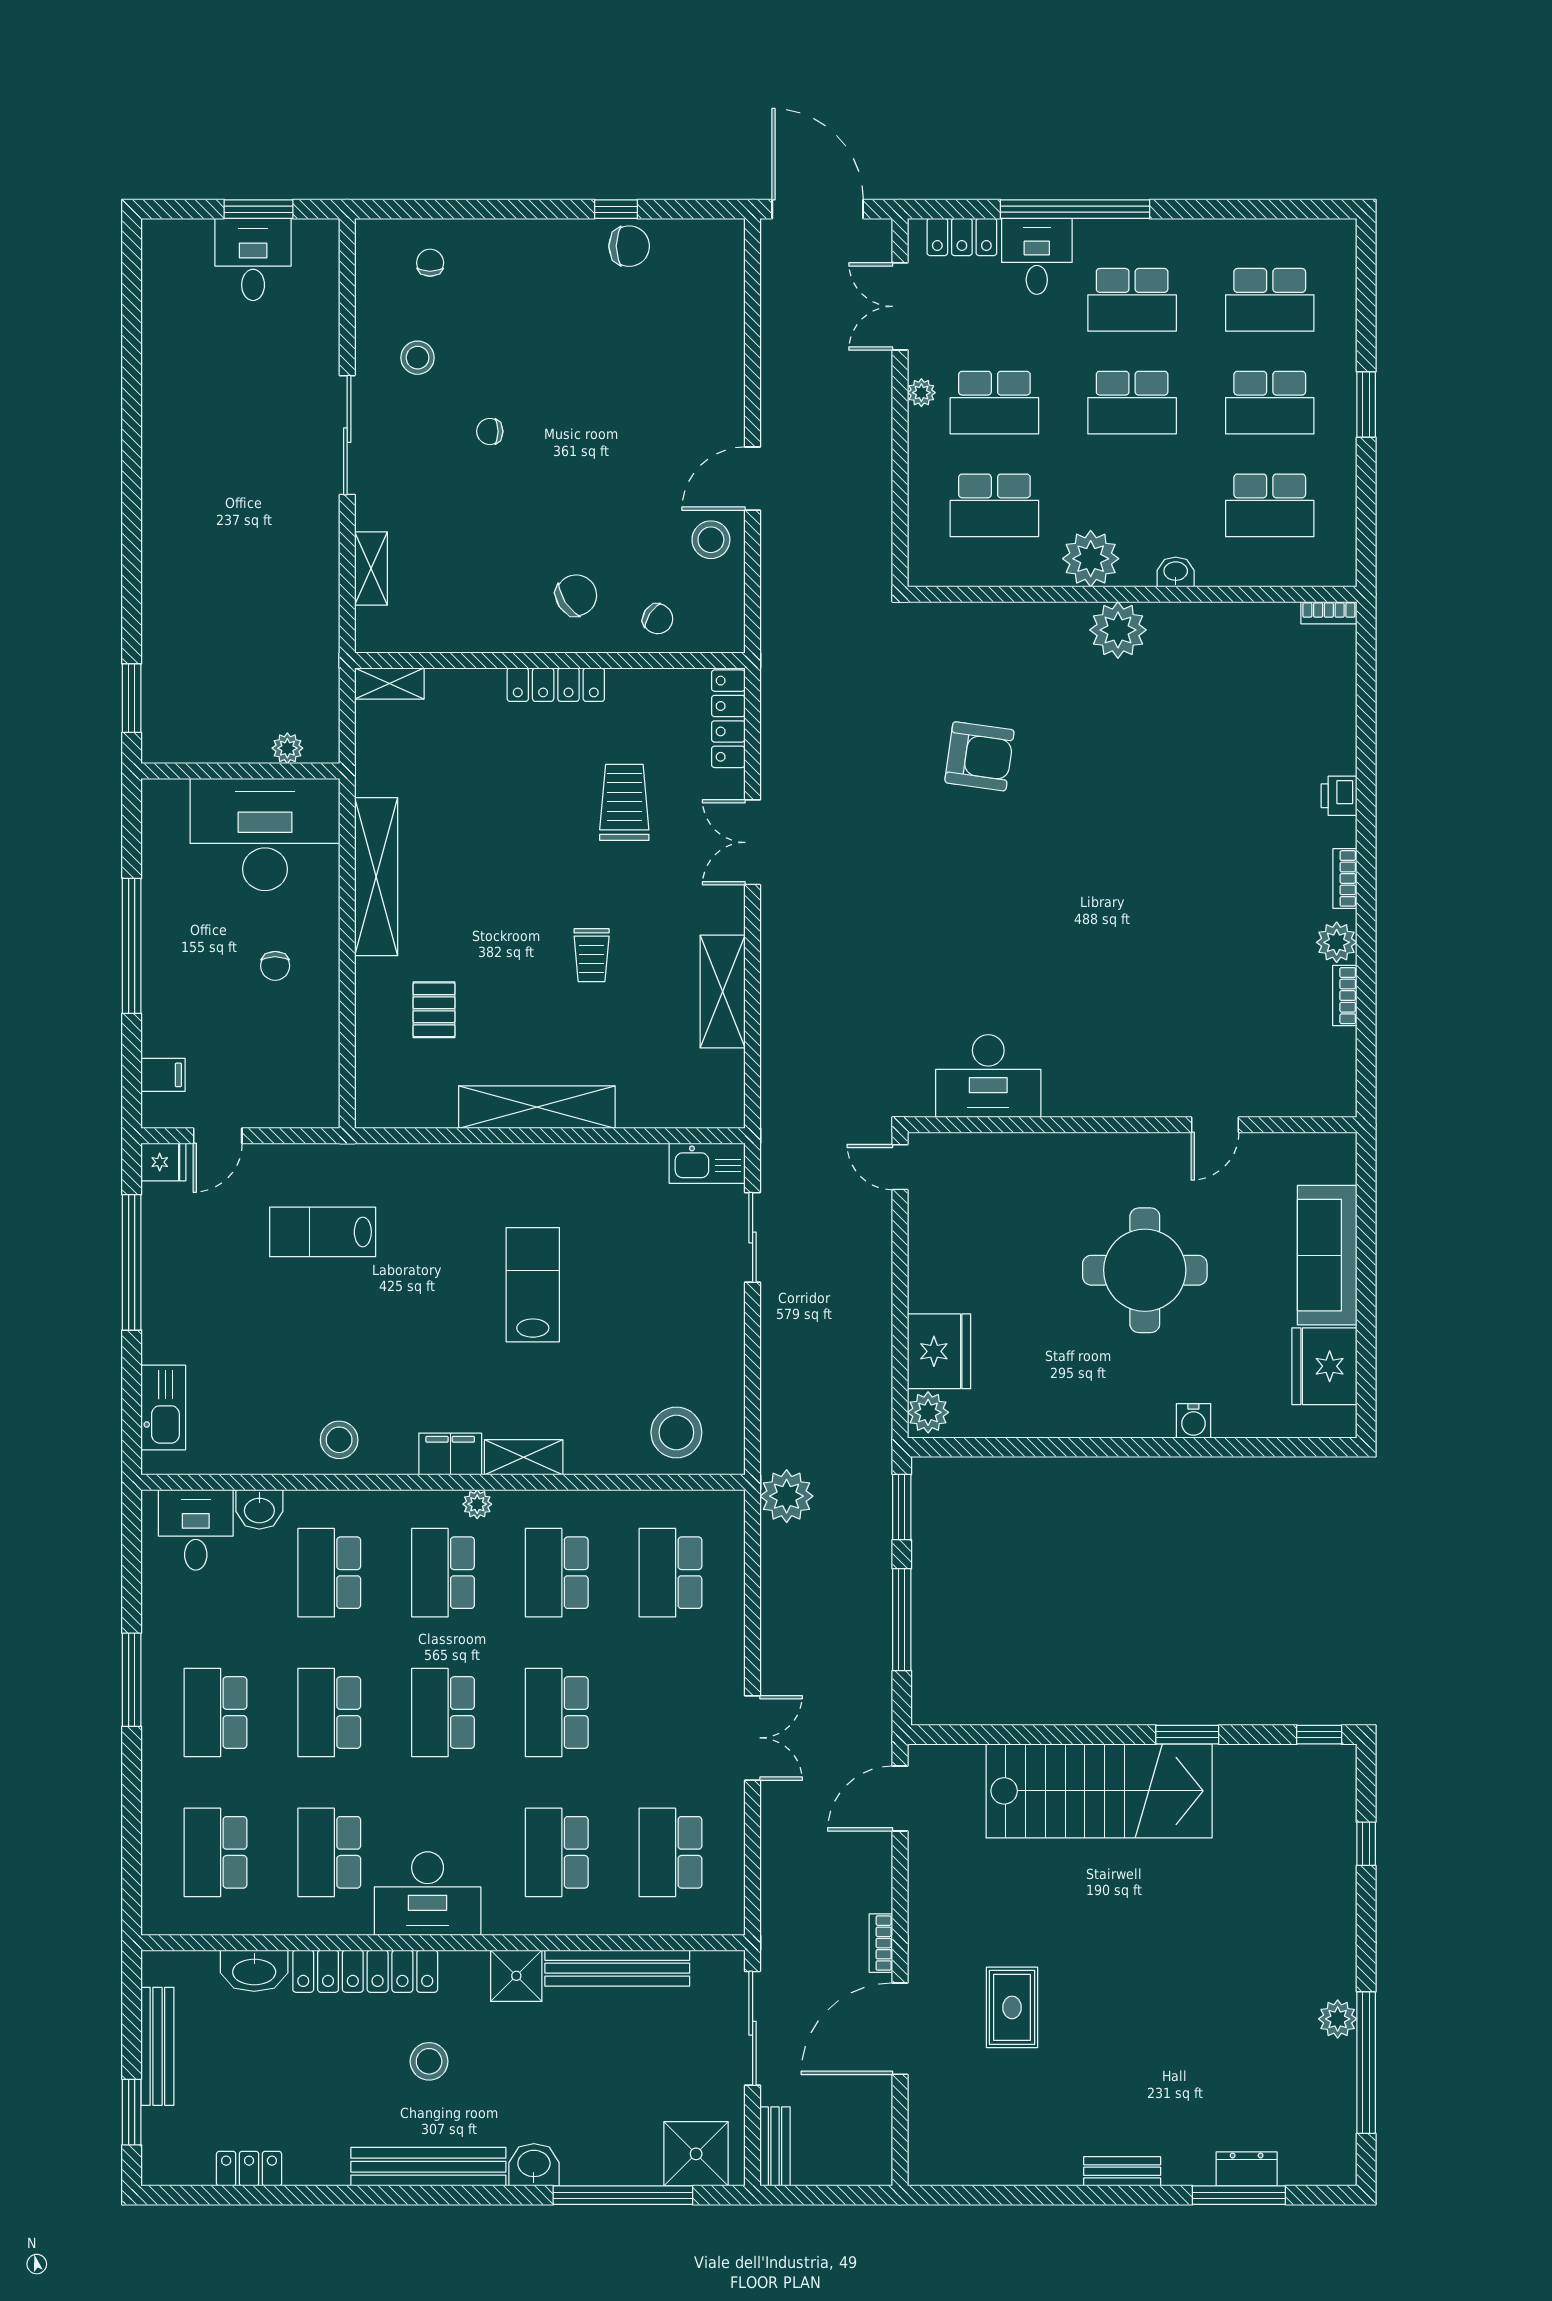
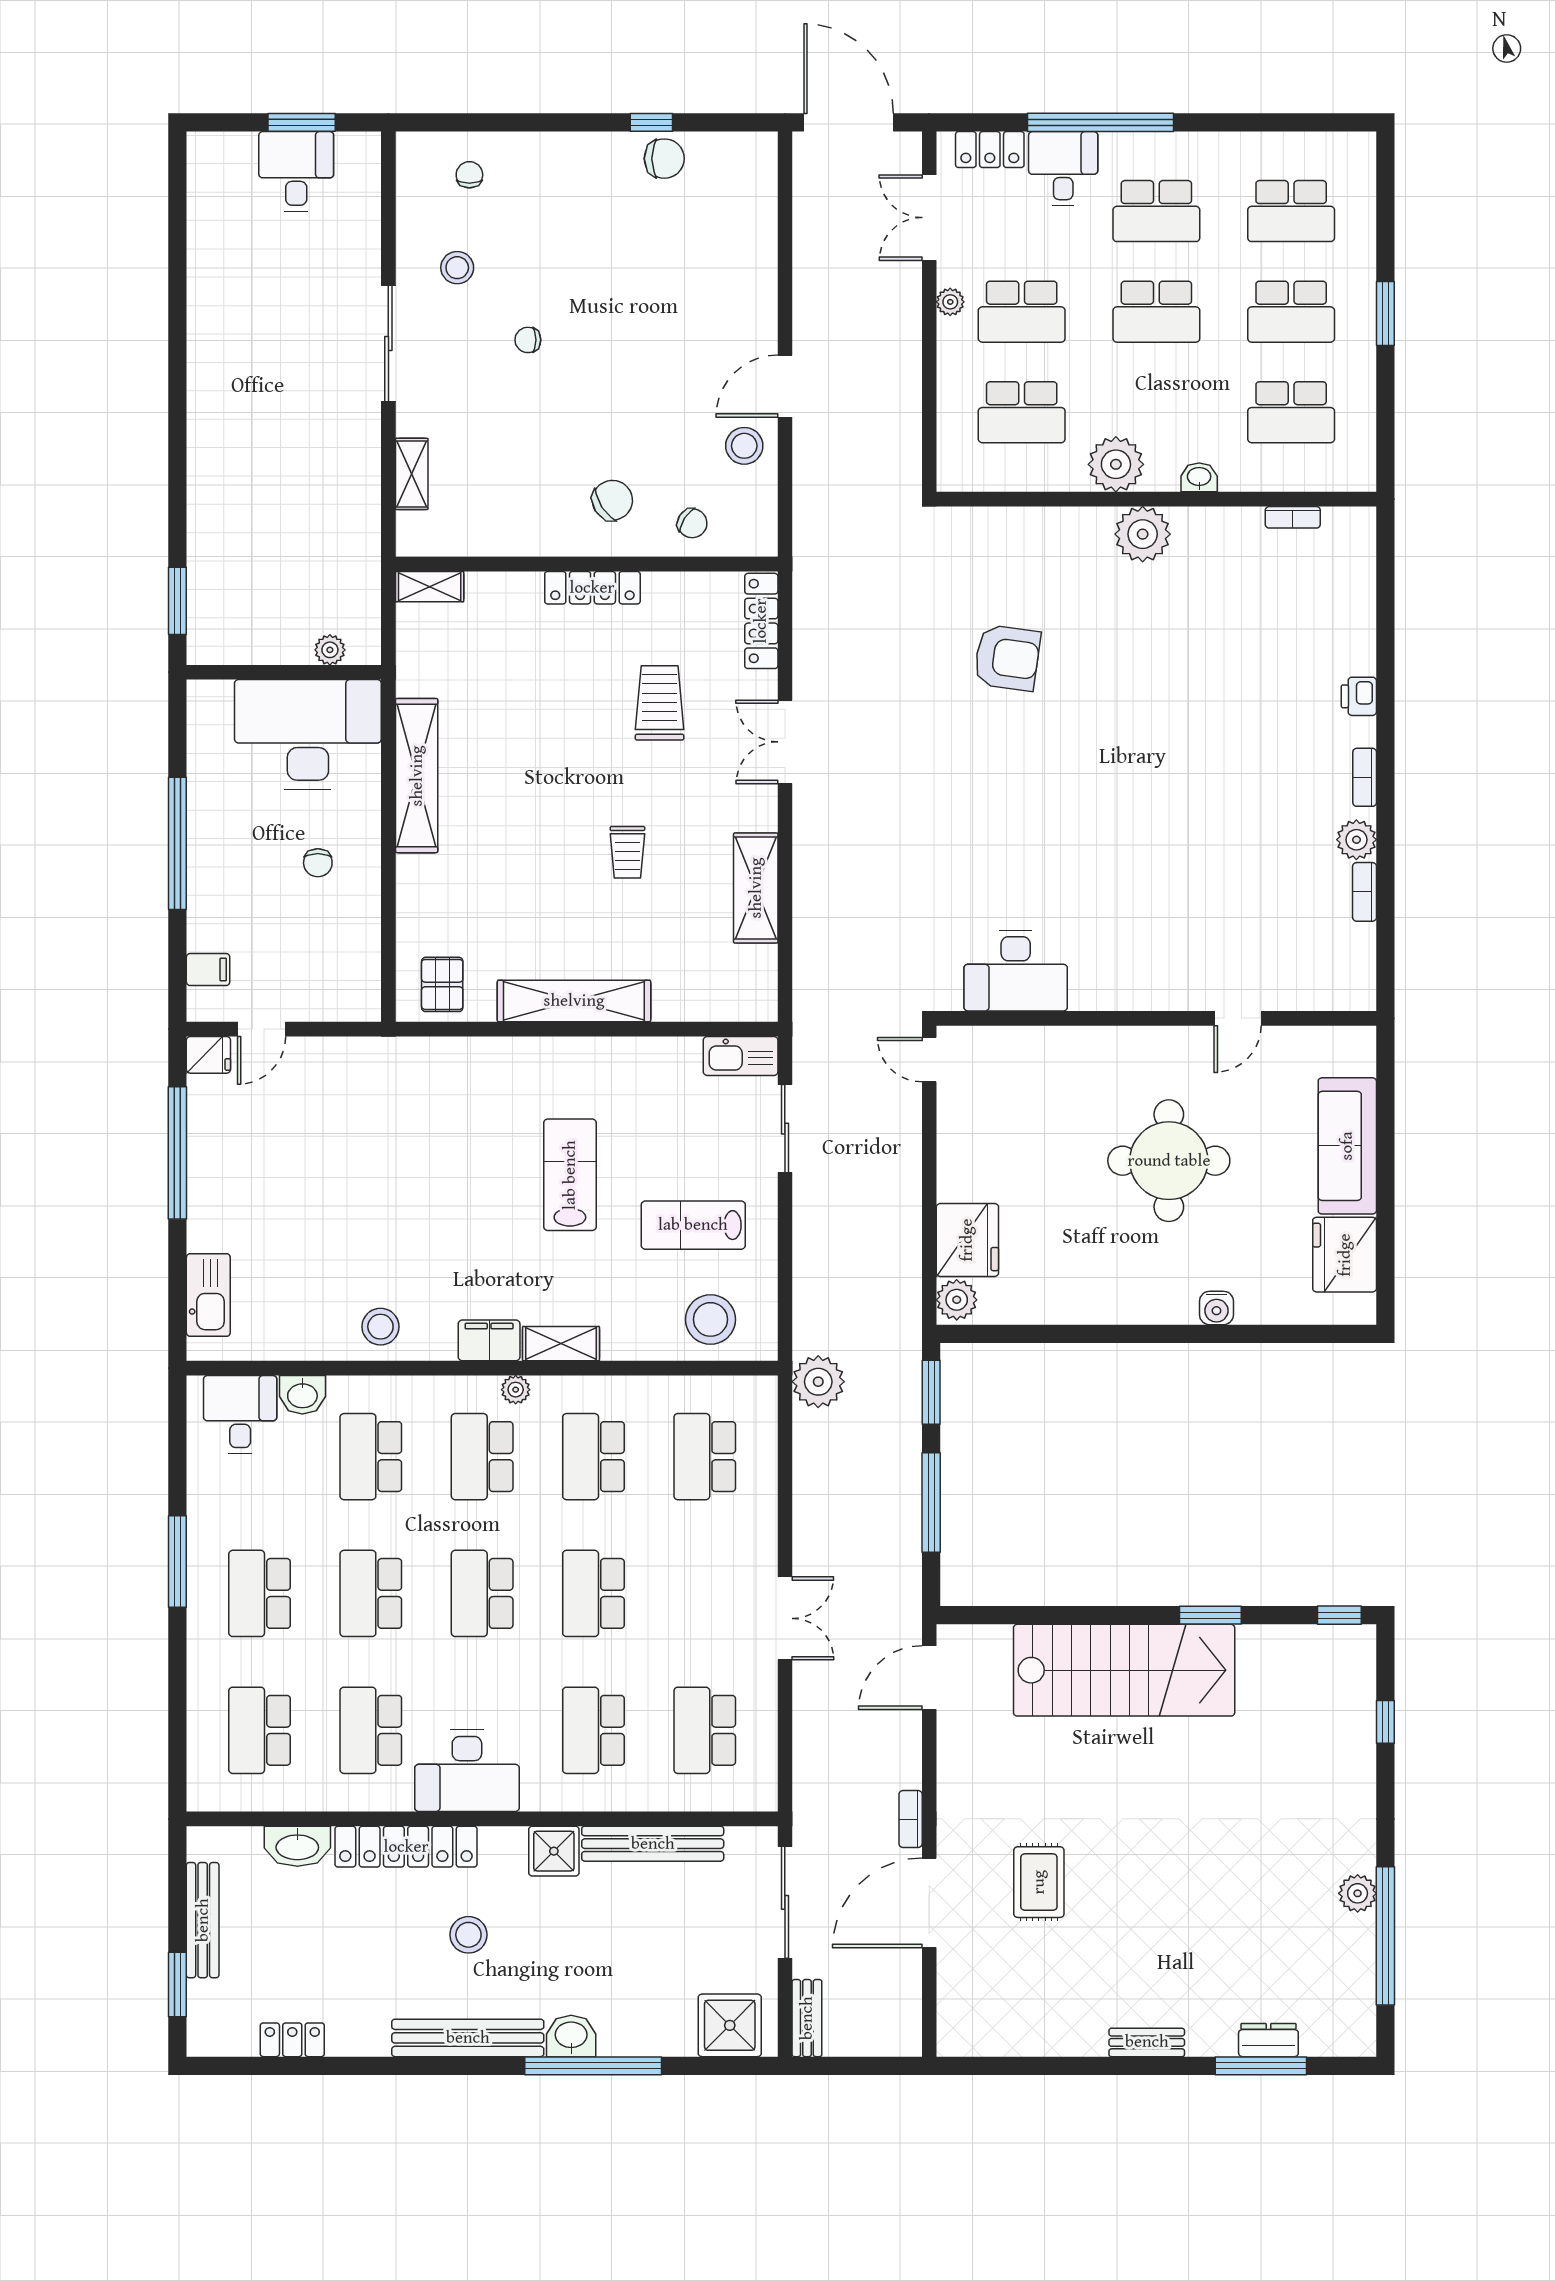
bookcase: (1329, 613) -> (1293, 517), moved
pallet: (434, 1010) -> (442, 984), moved
lab bench: (323, 1232) -> (693, 1225), moved
window: (623, 2195) -> (593, 2066), moved

